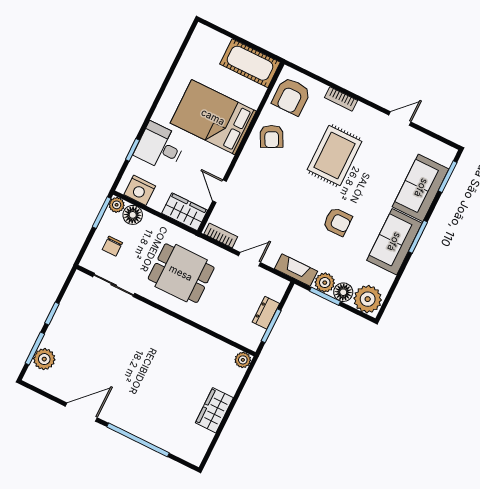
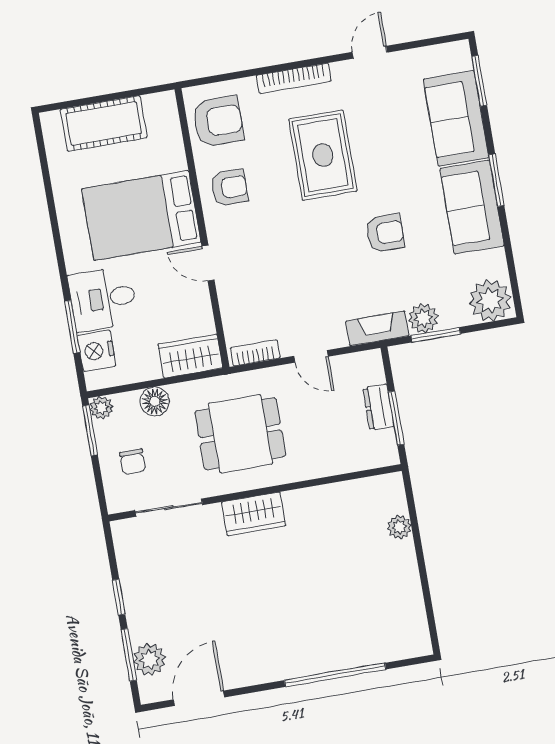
cot: (250, 63) -> (104, 123), moved
armchair: (291, 96) -> (218, 121), turned -90
bookcase: (341, 99) -> (294, 78), width x1.56
armchair: (272, 136) -> (230, 187), turned -63
window: (132, 150) -> (72, 327), width x1.50
nightstand: (140, 190) -> (97, 351), moved, turned 90
door: (220, 191) -> (208, 263), moved
floor lamp: (133, 215) -> (155, 401), moved
door: (249, 259) -> (311, 356), swing flipped
floor lamp: (343, 292) -> (454, 314), removed
plant: (243, 360) -> (399, 527), moved
wardrobe: (214, 410) -> (254, 514), moved, turned -90
door: (81, 412) -> (199, 698), moved

